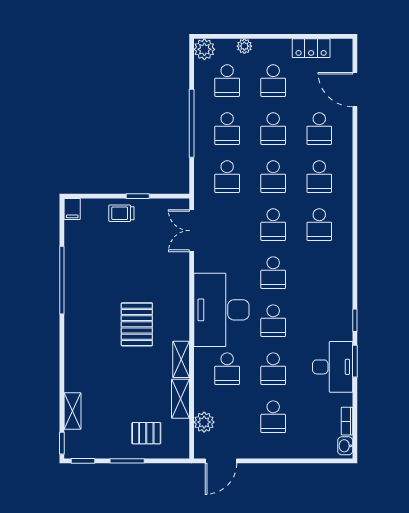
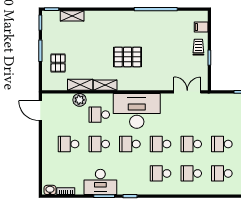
school desk: (227, 177) -> (161, 173), moved
filing cabinet: (72, 209) -> (201, 27), moved
plant: (204, 422) -> (79, 100), moved

